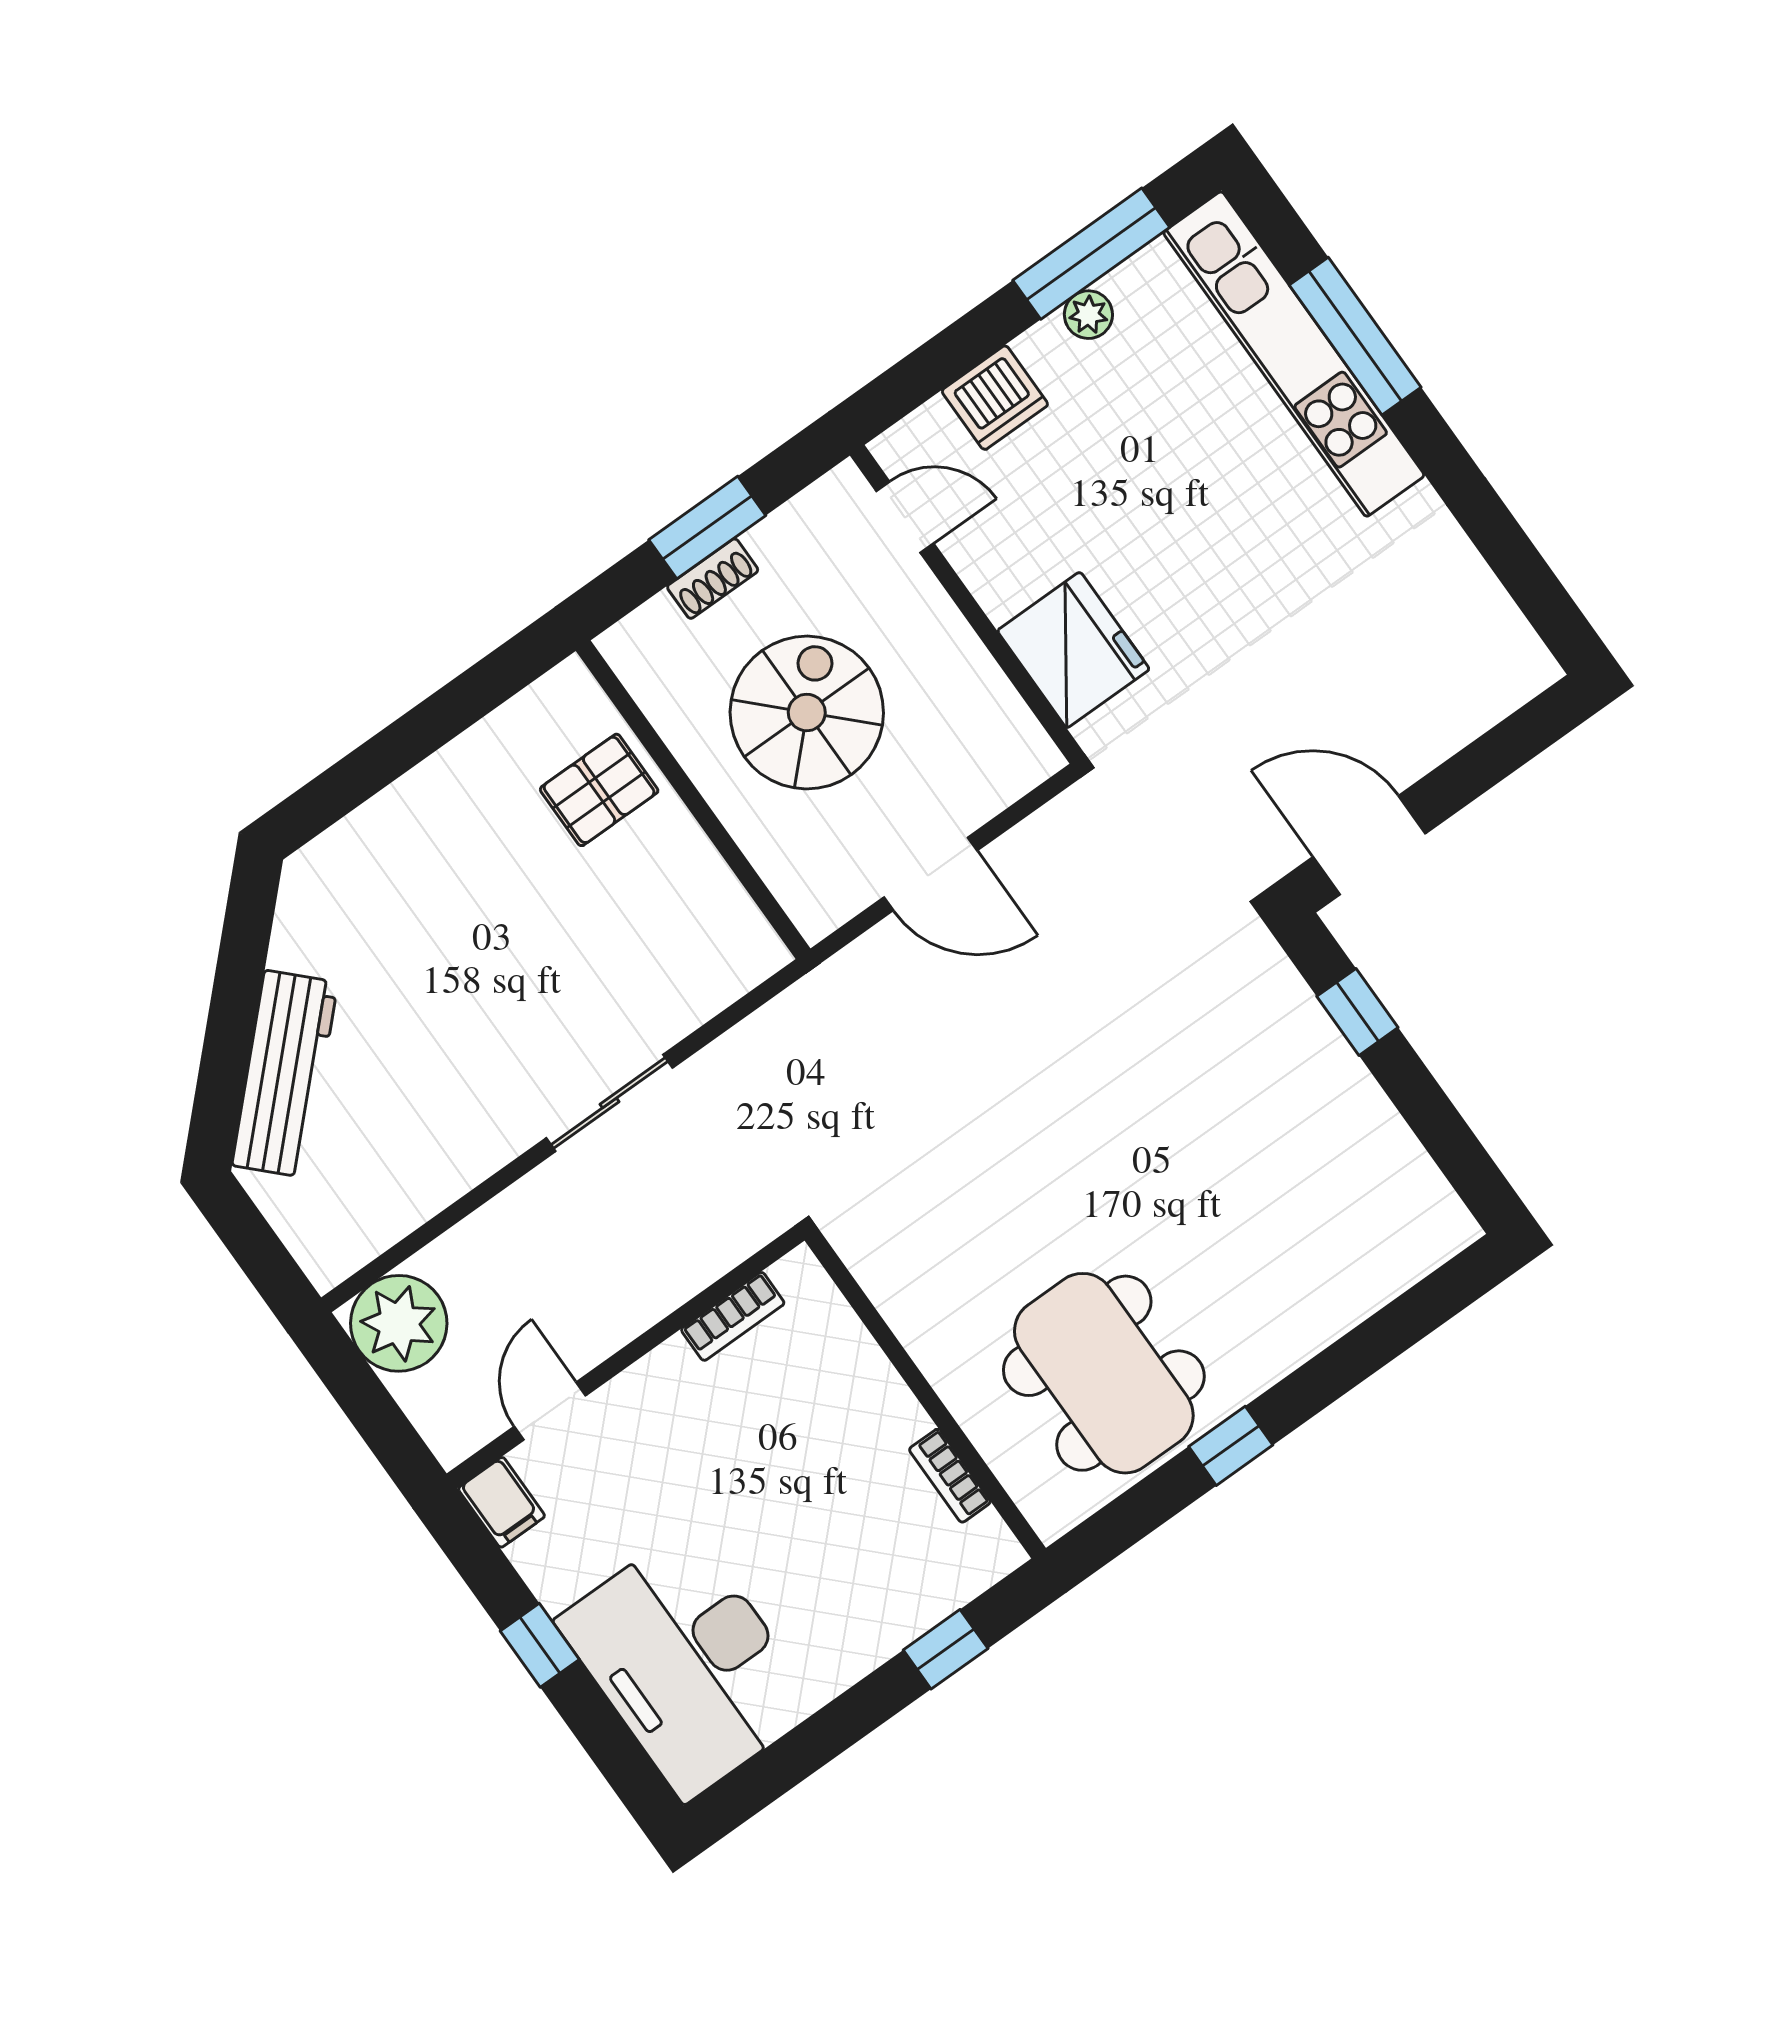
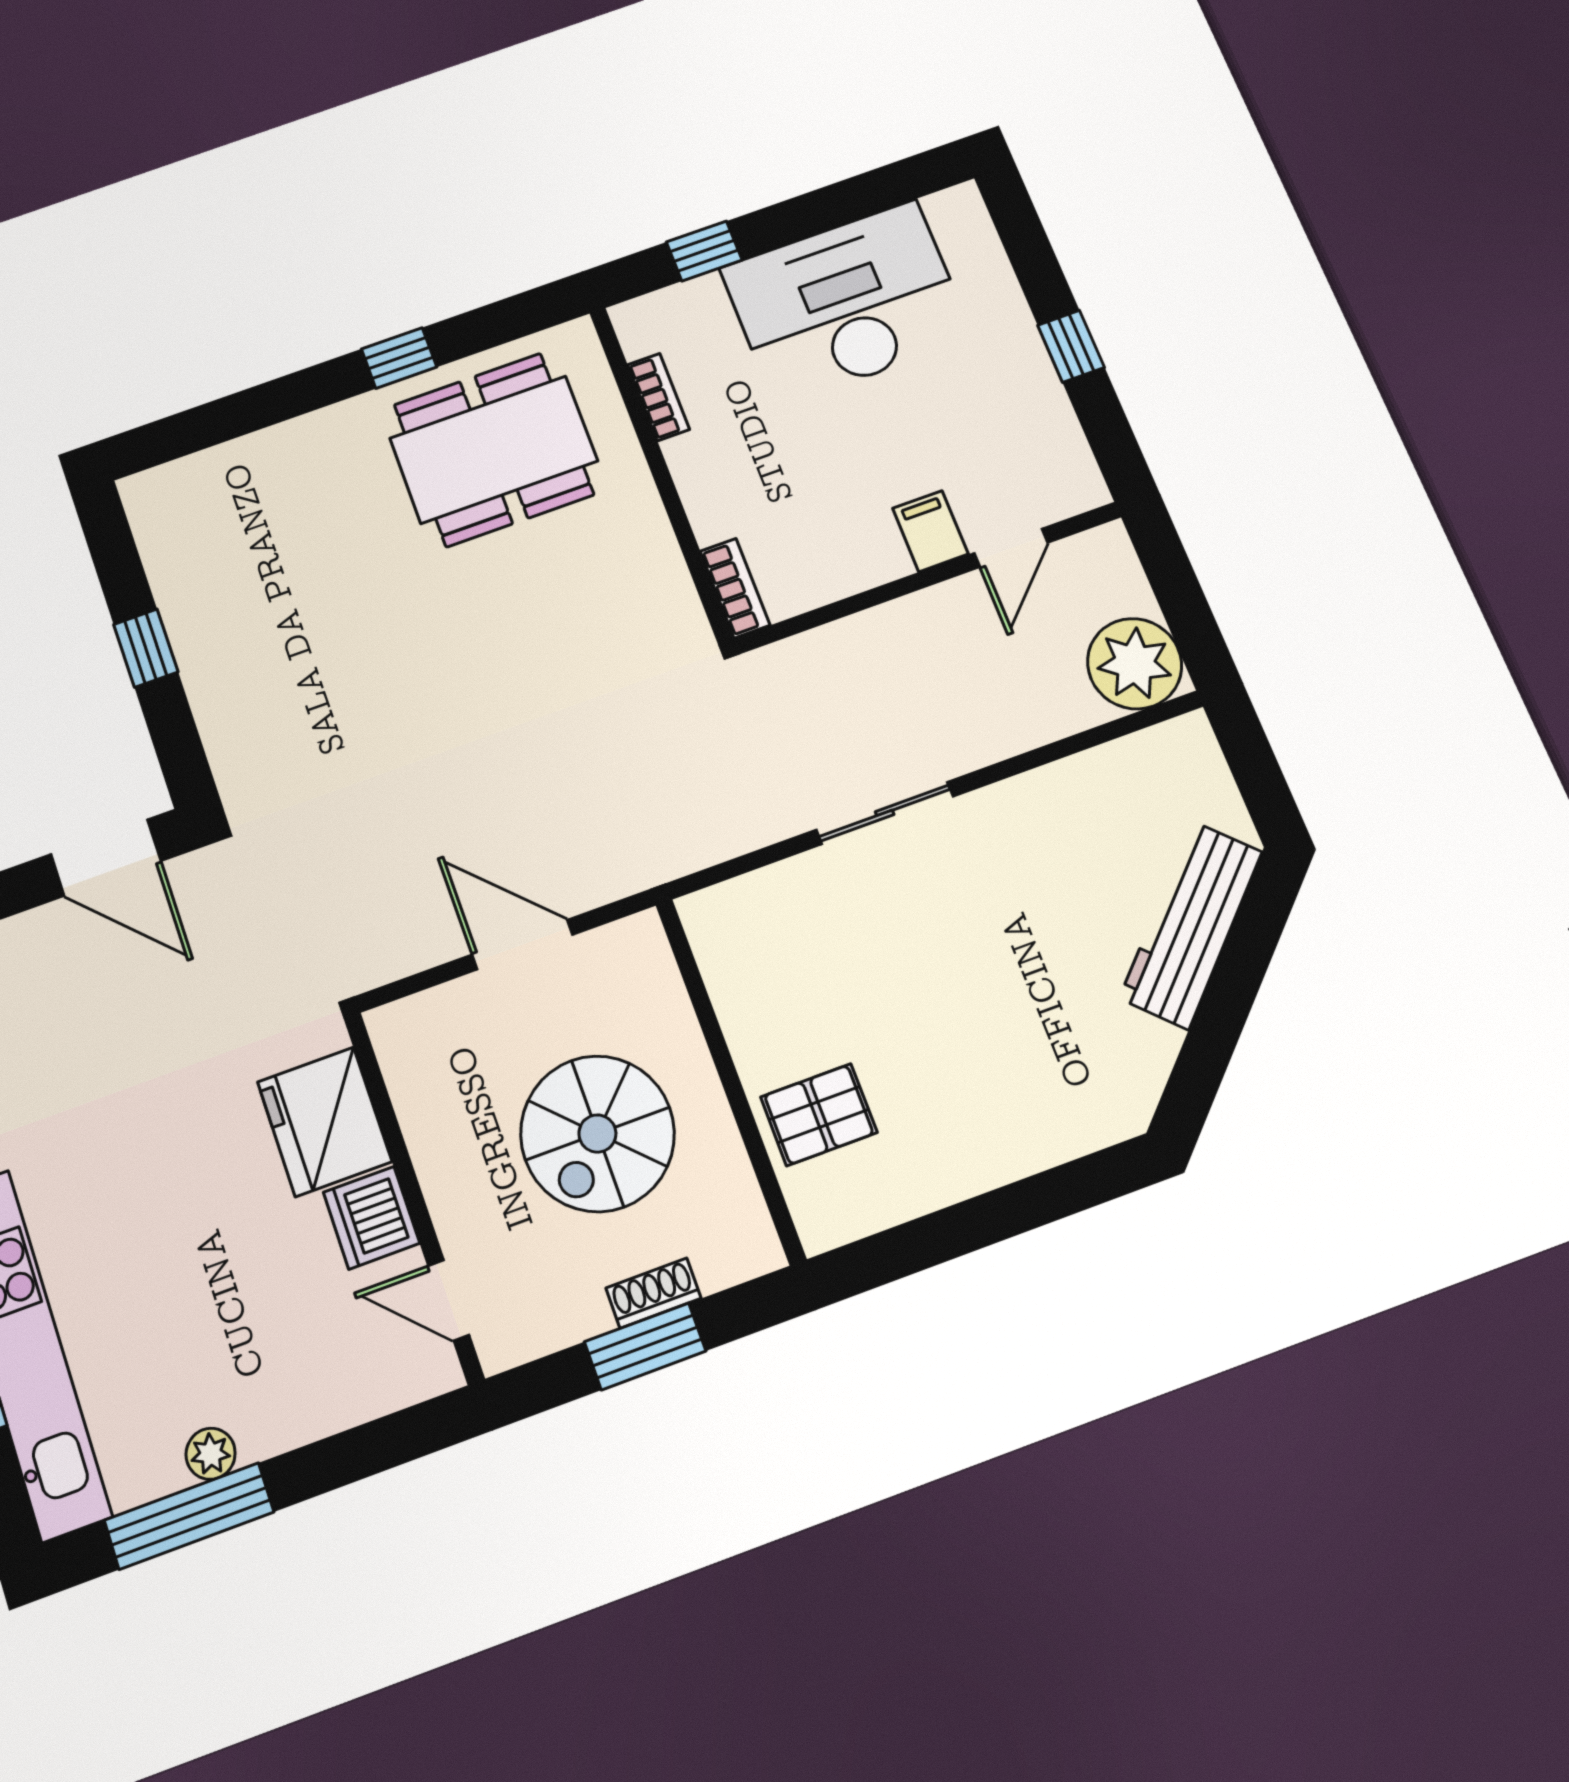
dishwasher: (995, 398) -> (371, 1218), moved, turned -90
window: (1357, 1012) -> (146, 648), moved
bookcase: (733, 1316) -> (735, 588), moved, turned 90
dining table: (1104, 1373) -> (494, 450), turned 90
filing cabinet: (502, 1502) -> (930, 531), moved
desk: (687, 1664) -> (846, 303), moved, turned -90

